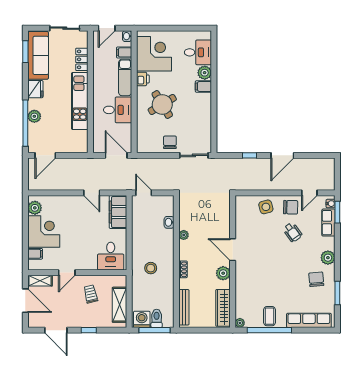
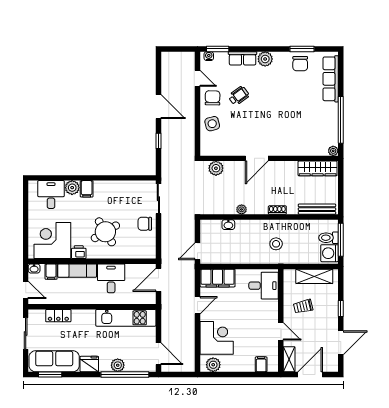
kitchen unit: (80, 101) -> (126, 318), moved
row of seats: (328, 223) -> (243, 58), moved
corner desk: (44, 232) -> (217, 338), moved, turned 90
plant: (223, 273) -> (216, 168), moved
chair: (316, 279) -> (300, 64), moved, turned -85
coffee table: (269, 316) -> (326, 120), removed

